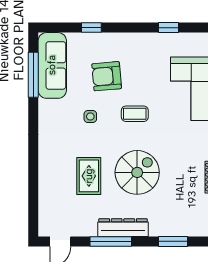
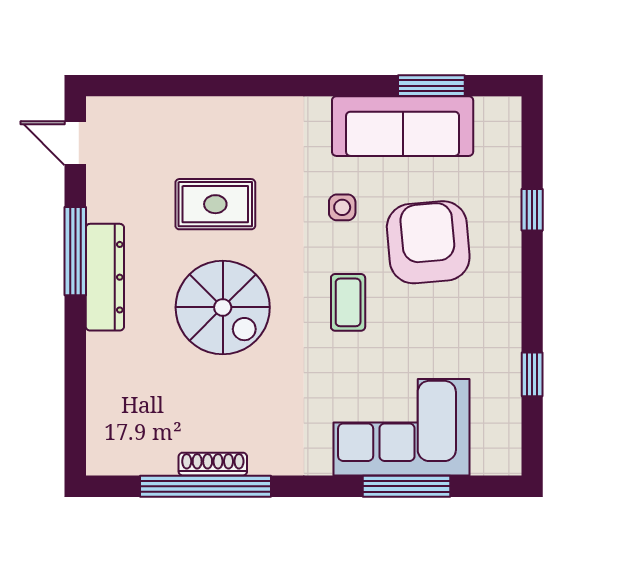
sofa: (52, 65) -> (403, 126), moved
window: (33, 75) -> (431, 86), width x0.69
armchair: (107, 76) -> (428, 242), width x1.36, depth x1.36
window: (173, 241) -> (75, 384), removed

